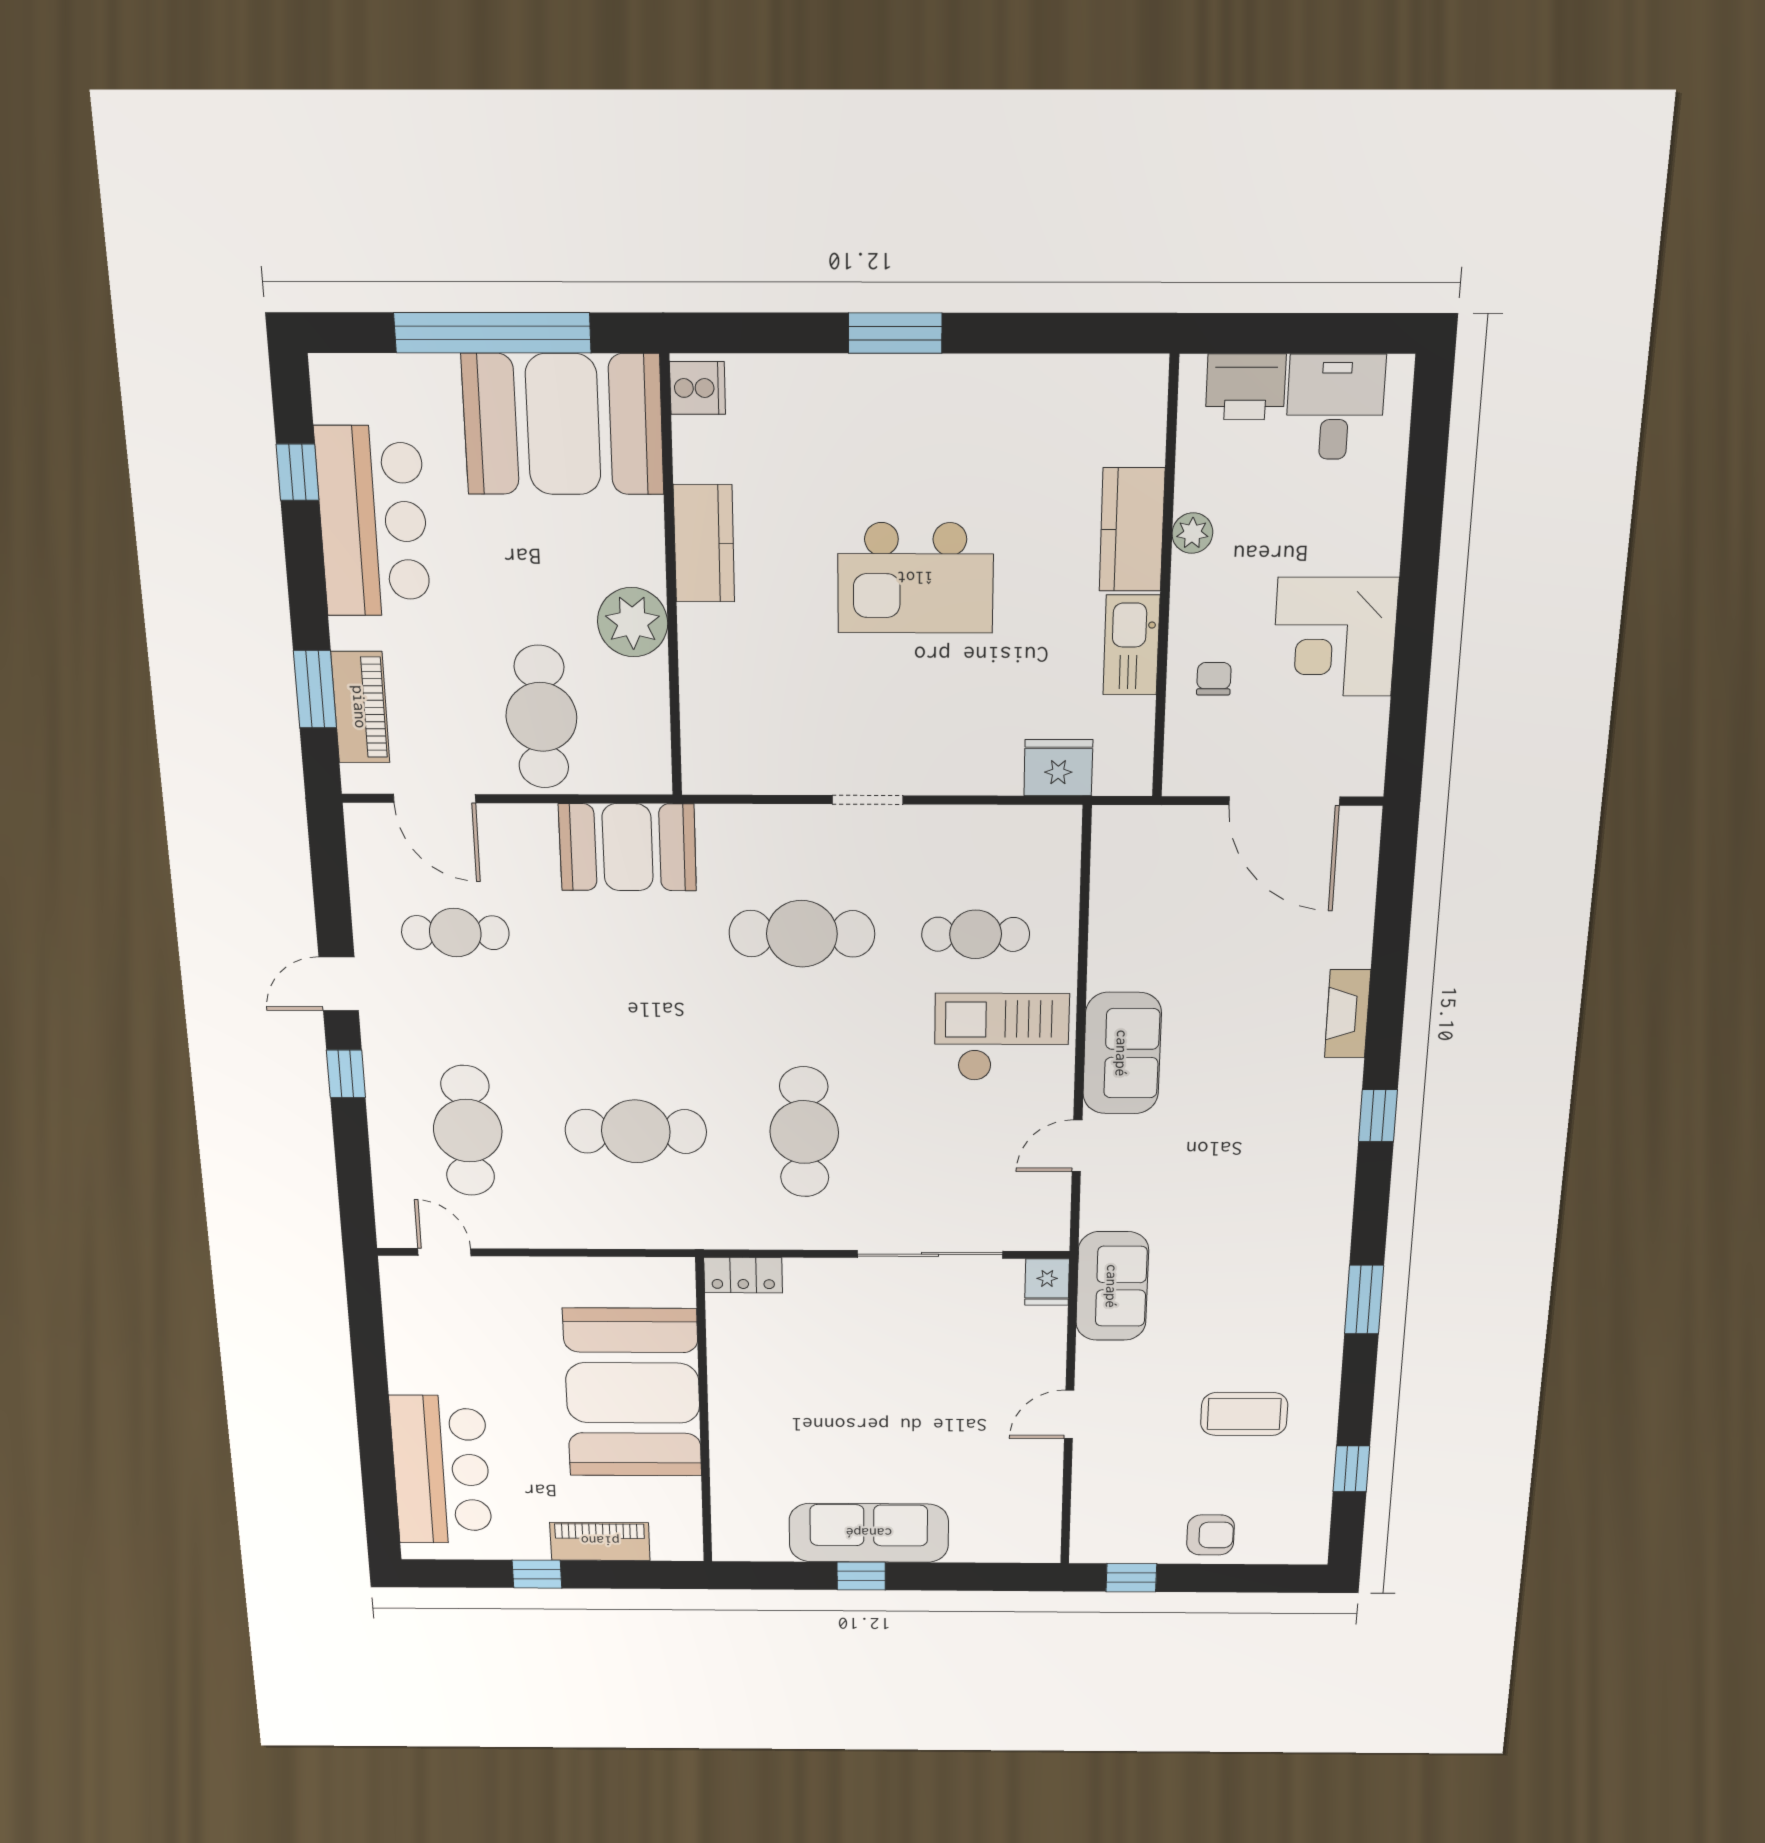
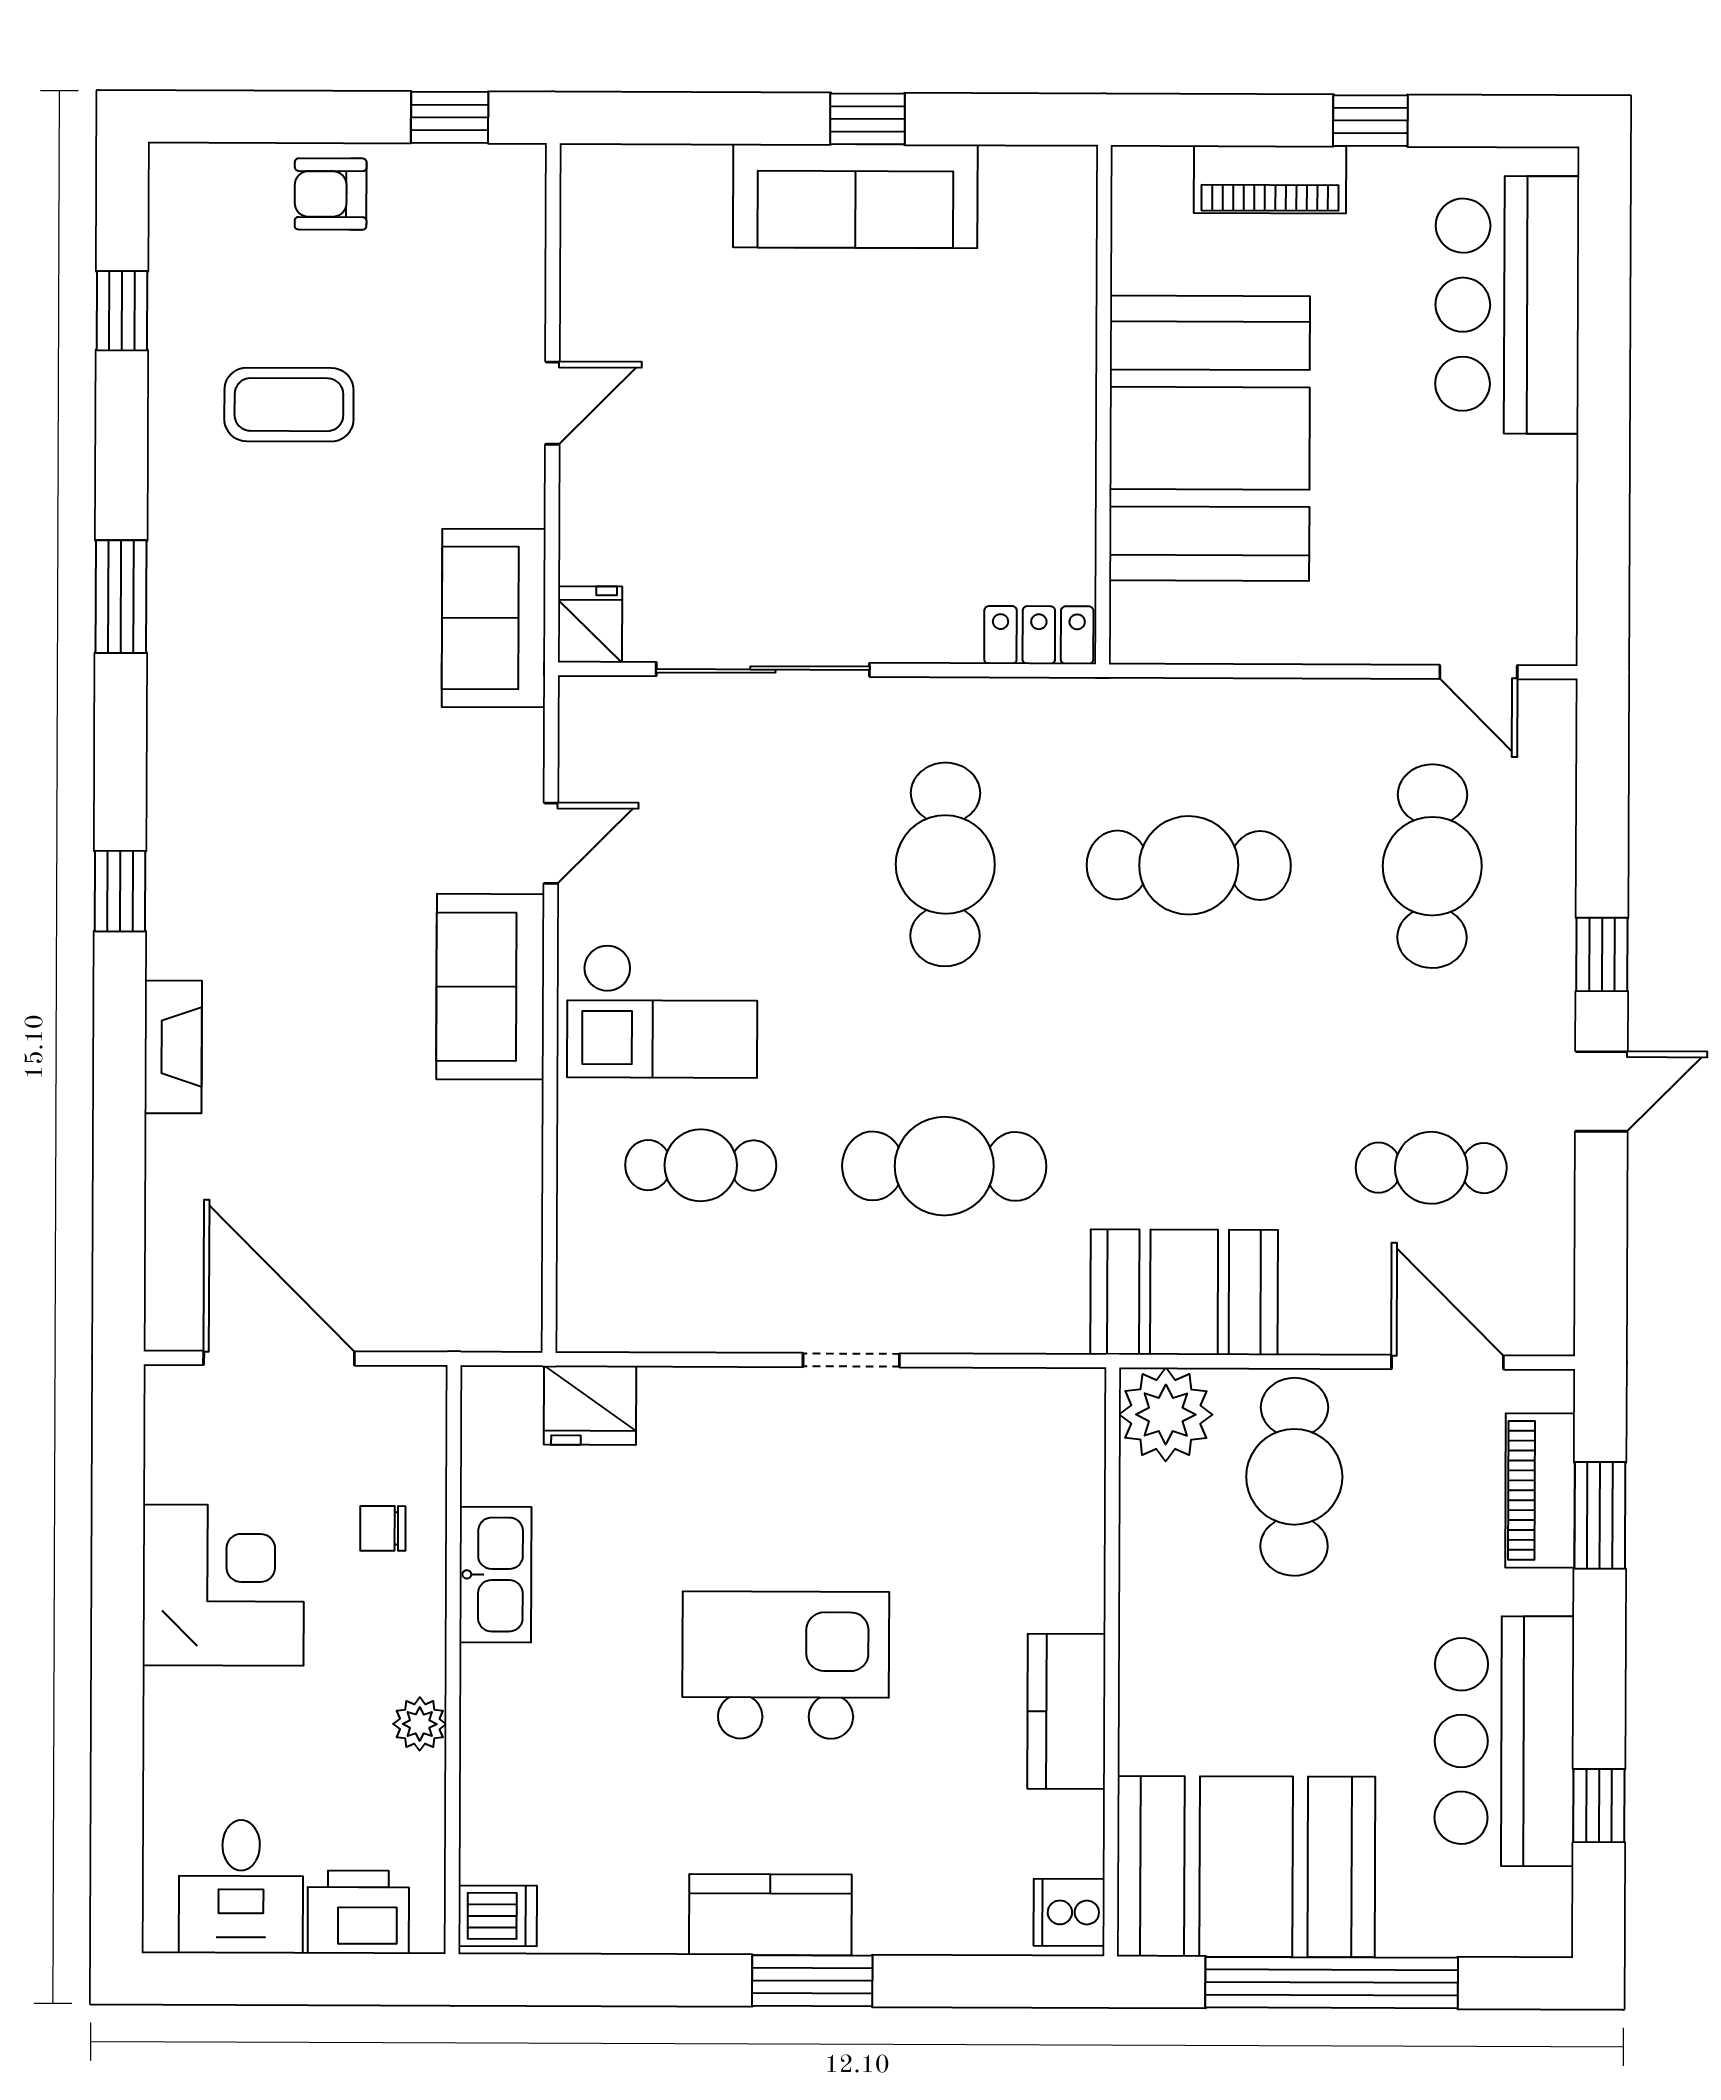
dishwasher: (1138, 384) -> (498, 1916), added
kitchen counter: (1132, 530) -> (770, 1915), moved, turned -90
plant: (633, 622) -> (1166, 1415), moved
chair: (1214, 679) -> (383, 1528), turned 90

